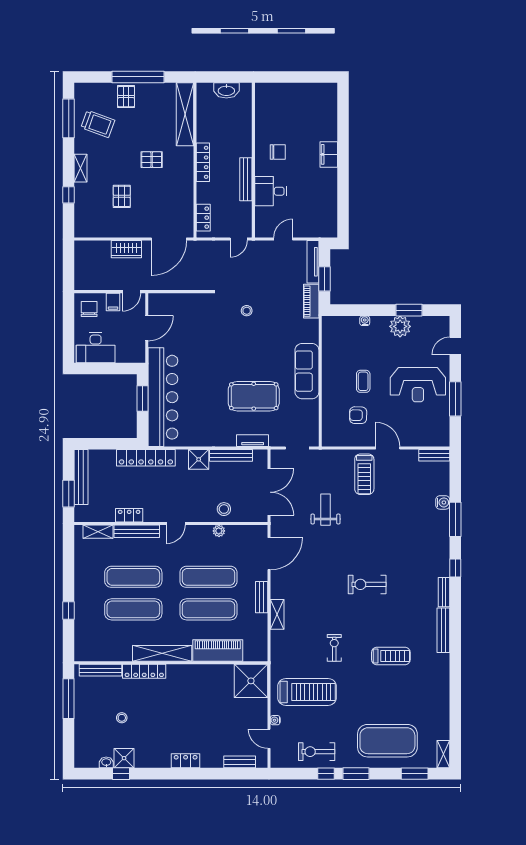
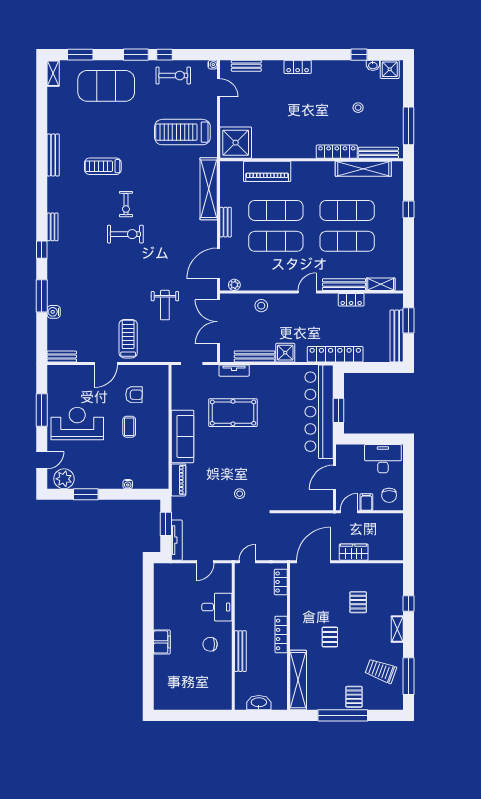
pallet: (152, 160) -> (330, 637), turned 90
bench: (246, 179) -> (240, 651), moved
piano: (311, 301) -> (178, 480), moved
plant: (400, 326) -> (64, 479), moved
door: (388, 448) -> (106, 363), hinge flipped
plant: (219, 531) -> (234, 285), moved
shelving: (277, 614) -> (209, 189), width x2.20, depth x1.33
bench: (443, 630) -> (53, 155), moved
exercise bike: (334, 648) -> (126, 204), moved
shelving: (162, 653) -> (363, 169), moved
water cooler: (275, 720) -> (213, 65), moved
shower: (124, 758) -> (390, 69), moved

